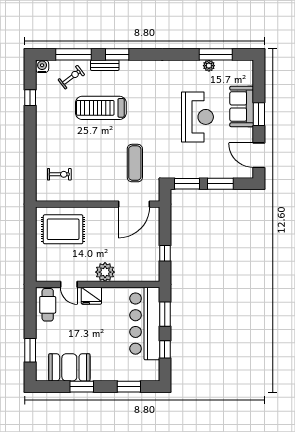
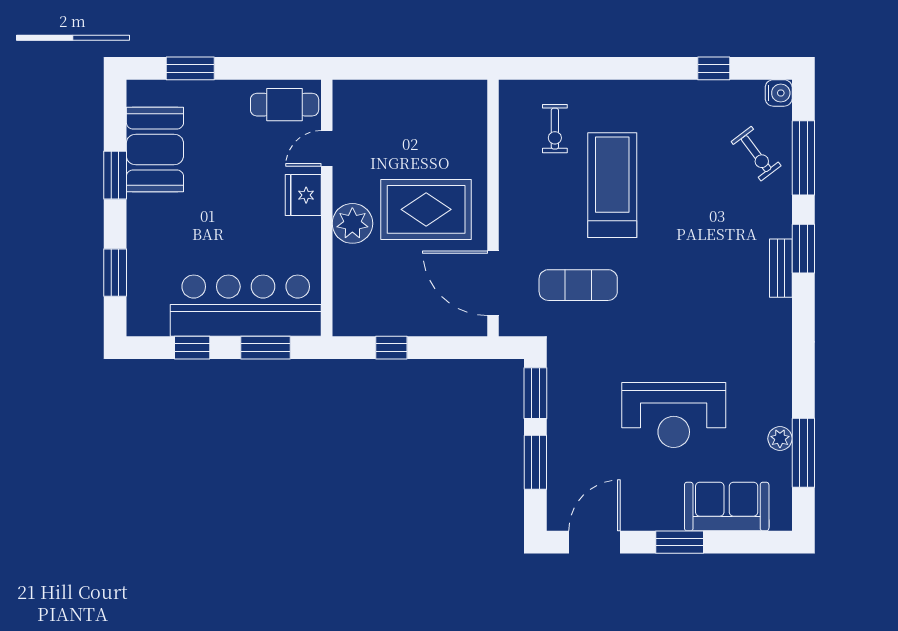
bench: (105, 65) -> (781, 268), moved
sofa: (242, 106) -> (727, 507), moved
treadmill: (101, 108) -> (612, 185), moved
rug: (63, 229) -> (426, 209), moved, turned 90

